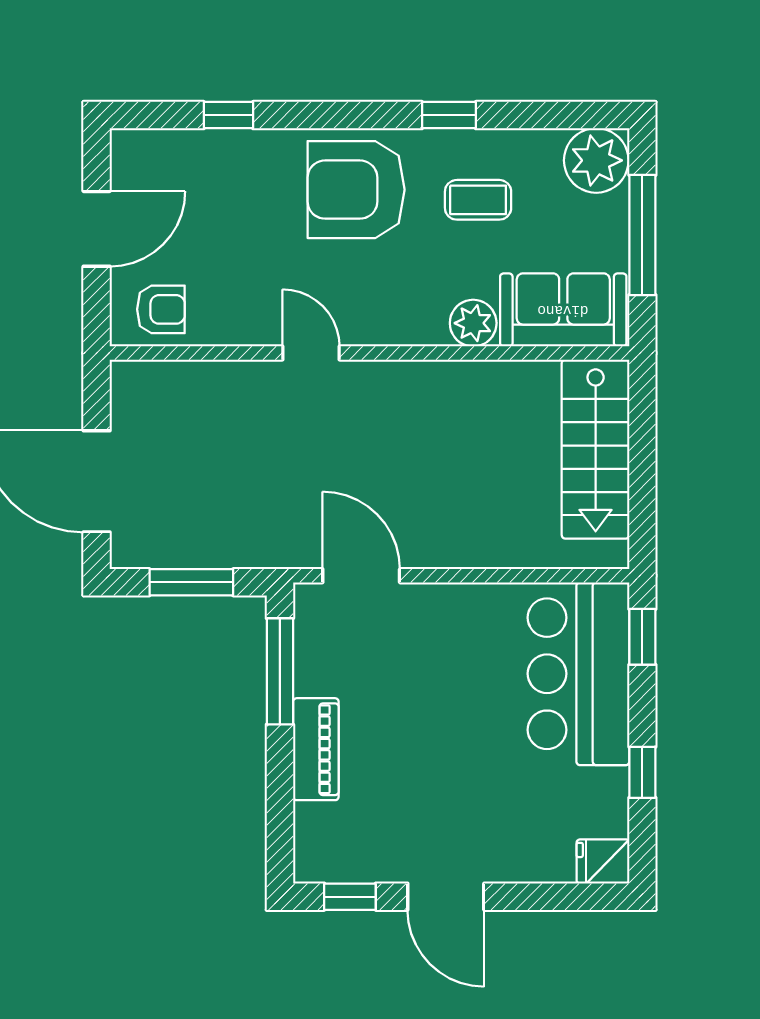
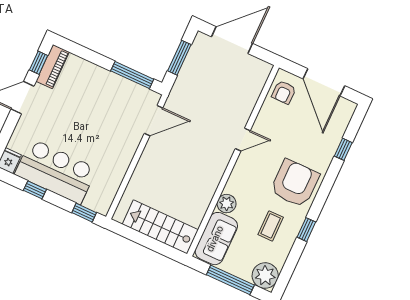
door: (97, 229) -> (324, 82), width x1.36
bar counter: (578, 674) -> (56, 171), moved
piano: (316, 749) -> (53, 67), moved, turned -90

